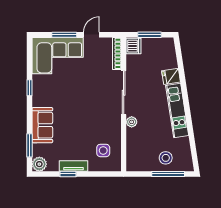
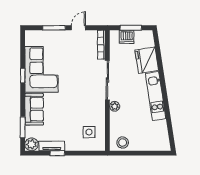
dishwasher: (134, 46) -> (127, 37), moved, turned 90
corner sofa: (58, 56) -> (41, 69), moved, turned -90
fridge: (171, 76) -> (147, 60), width x1.88, depth x1.34
stool: (166, 158) -> (123, 143), moved
tv unit: (73, 166) -> (52, 146), moved
window: (168, 174) -> (148, 153), removed

